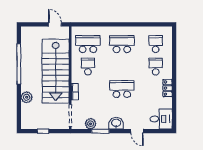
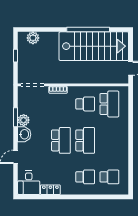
school desk: (122, 44) -> (85, 140), moved
stairs: (56, 71) -> (94, 46), moved, turned 180
locker: (168, 88) -> (50, 190), moved
plant: (27, 97) -> (33, 38), moved
plant: (91, 124) -> (24, 120), moved

